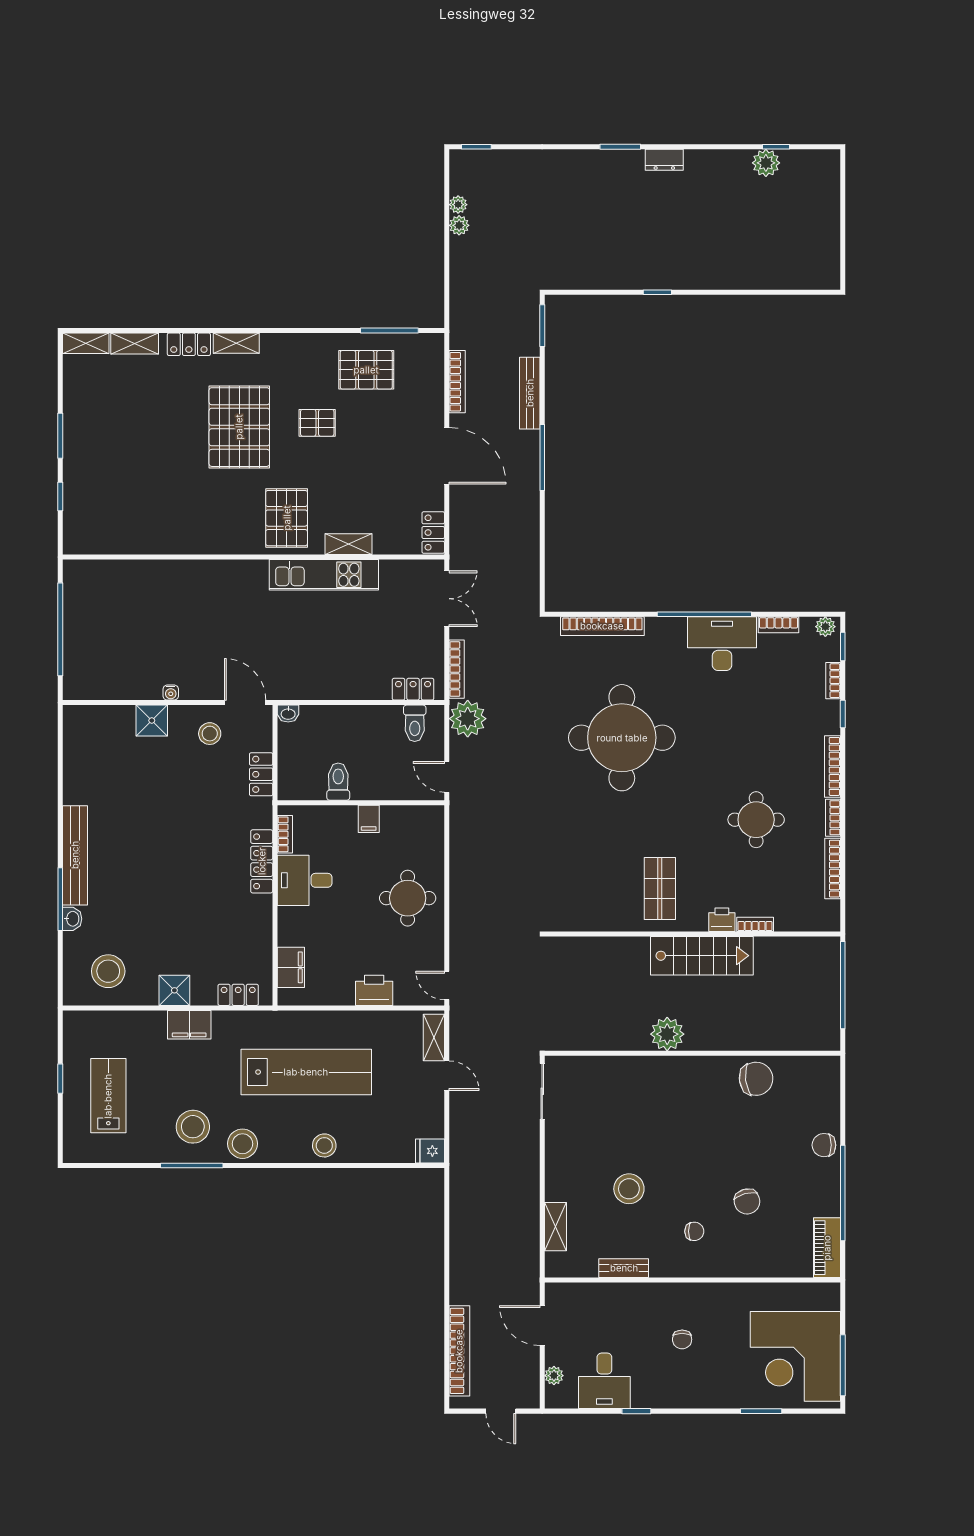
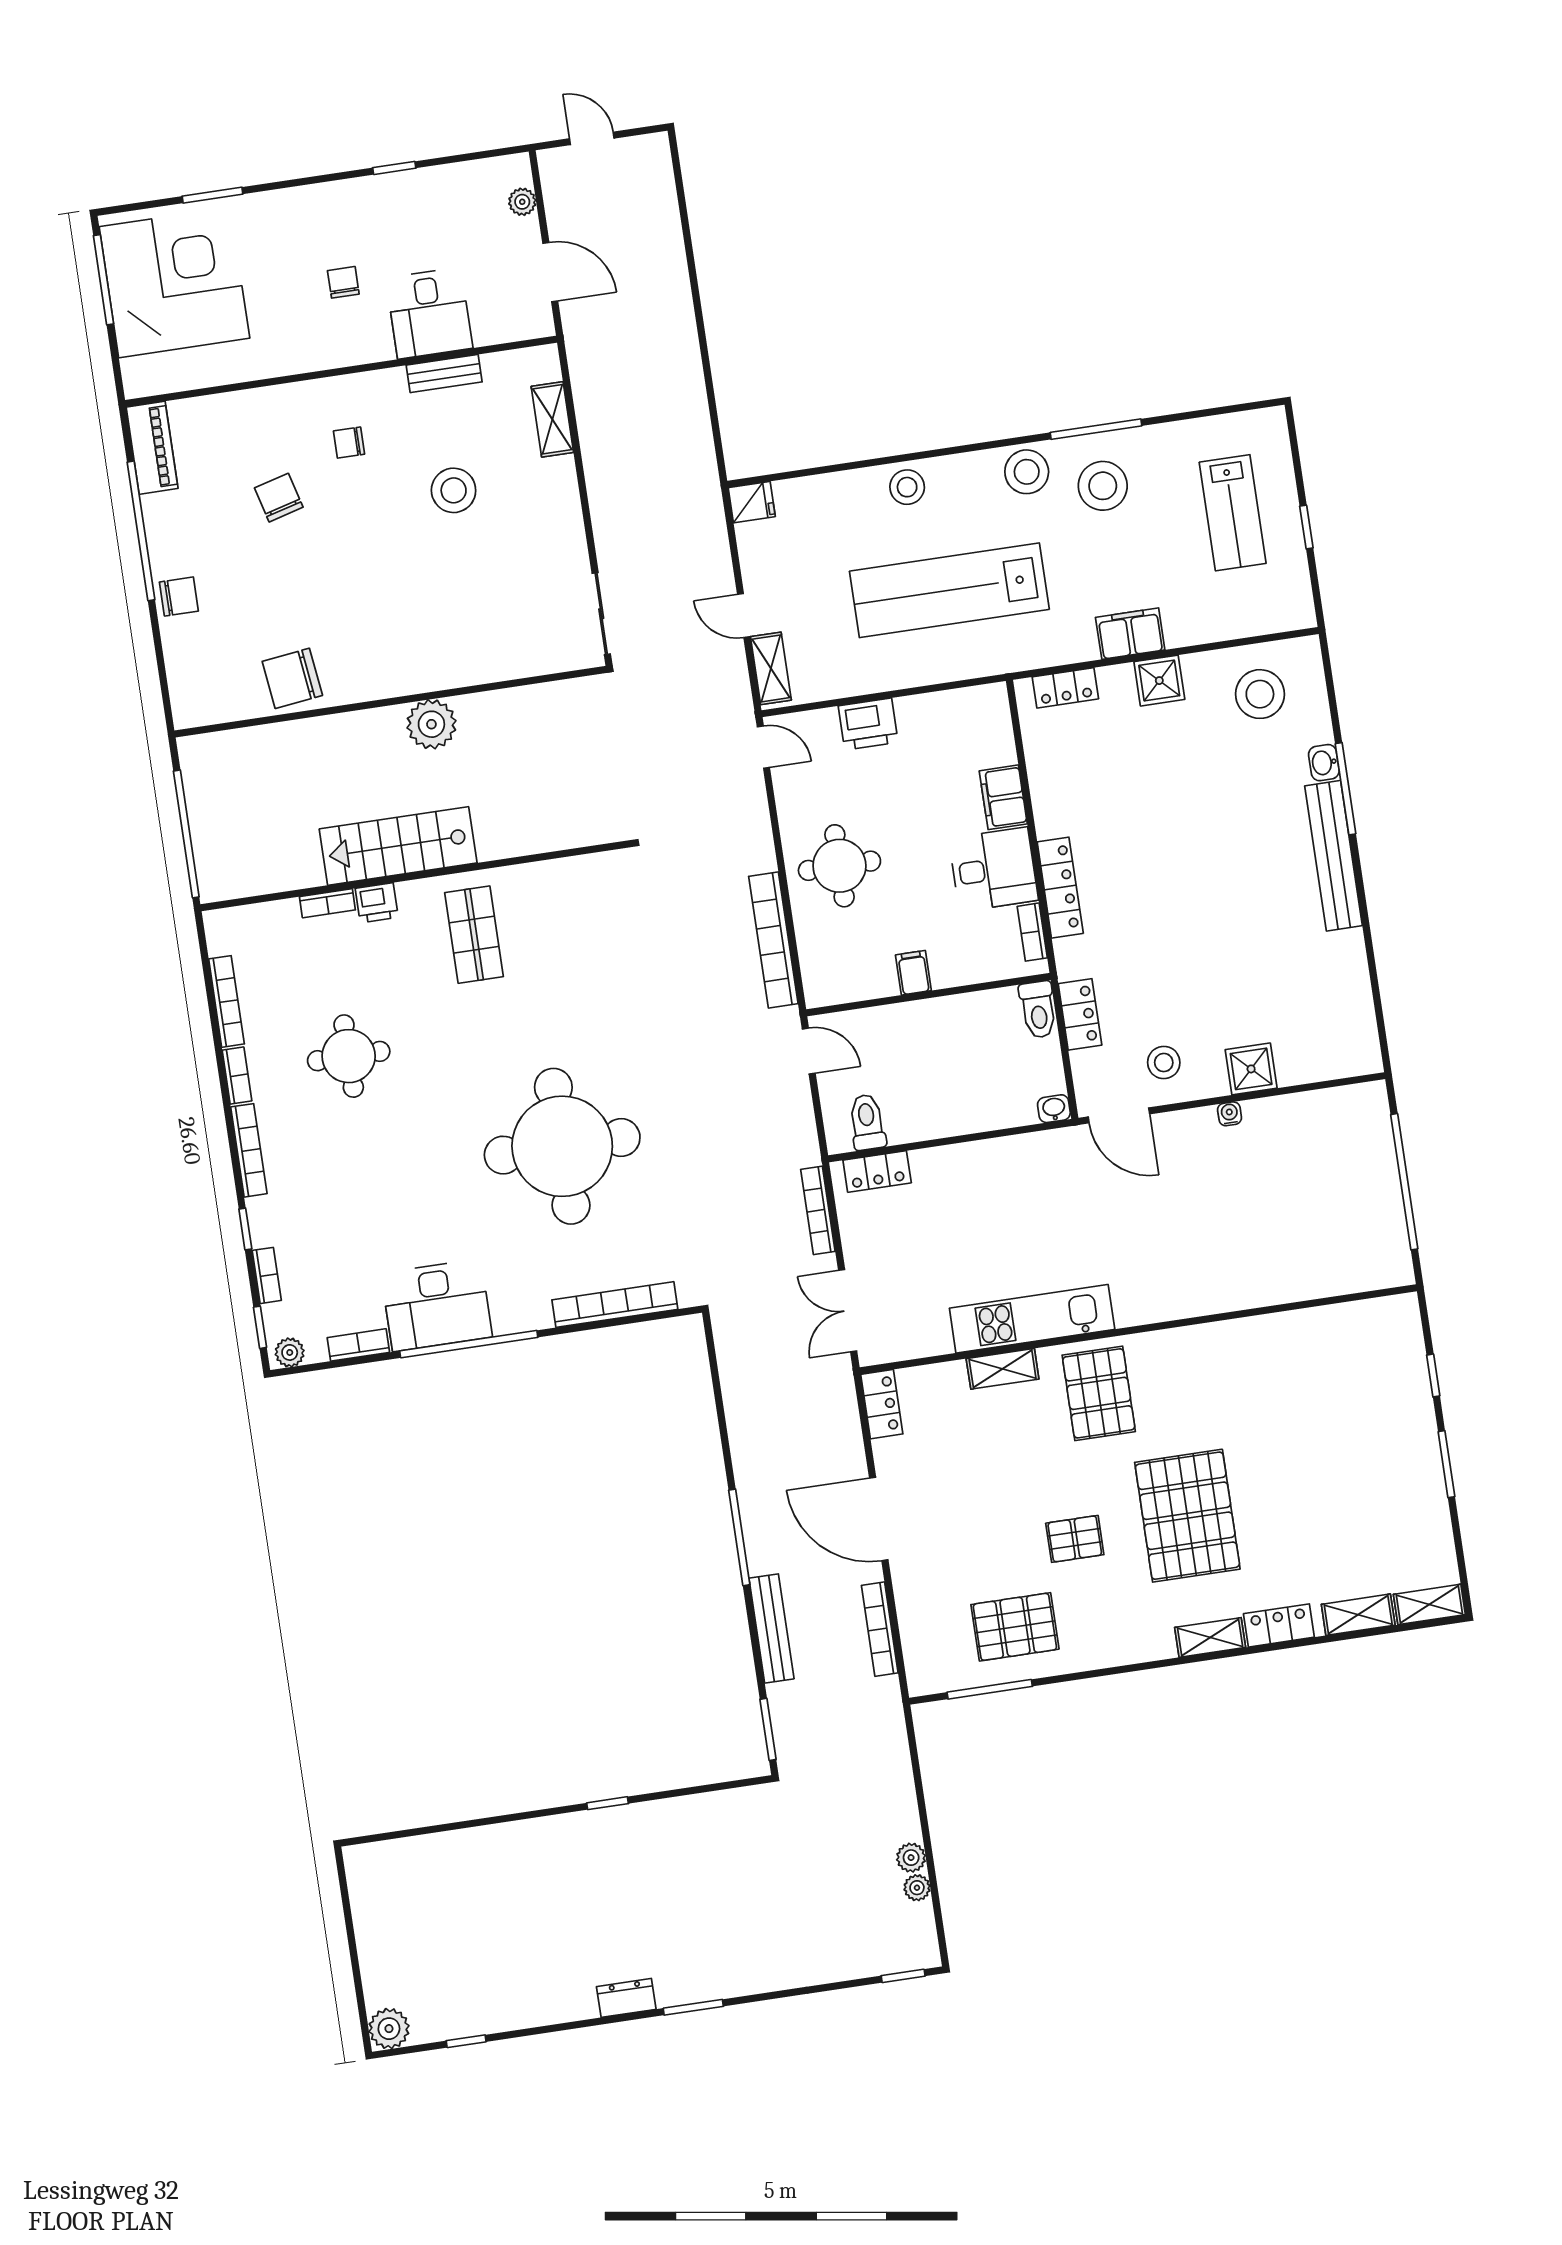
plant: (766, 163) -> (389, 2029), moved
plant: (468, 719) -> (791, 1140), removed
toilet: (338, 782) -> (1038, 1010), moved
filing cabinet: (291, 967) -> (1003, 797), moved
bookcase: (459, 1351) -> (773, 940), moved
desk: (604, 1381) -> (429, 313), moved, turned 180

